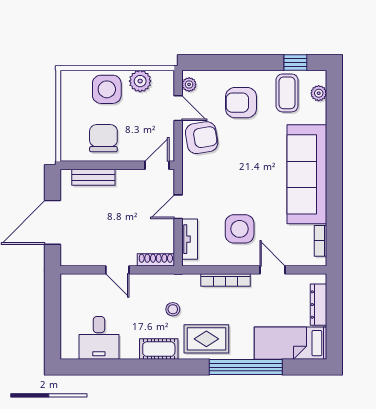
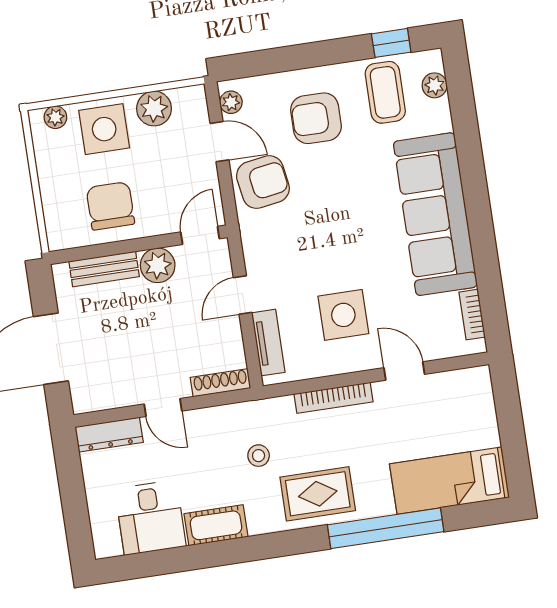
plant: (77, 77) -> (55, 117), added
plant: (127, 180) -> (158, 265), added
dresser: (319, 305) -> (109, 435), moved, turned -90
cot: (159, 349) -> (216, 525), moved

